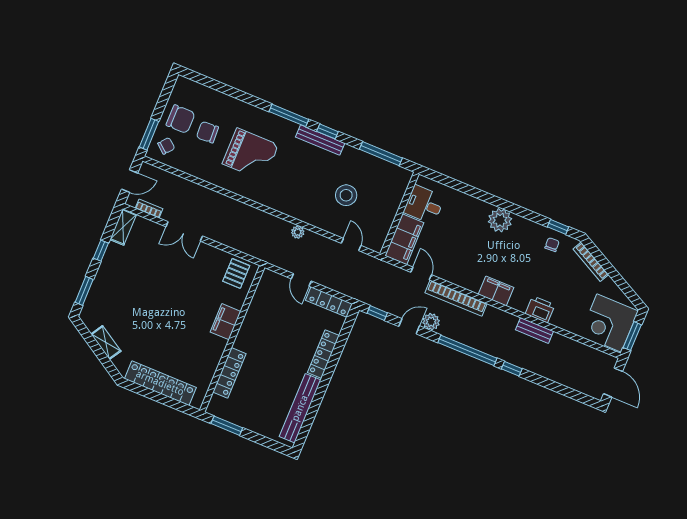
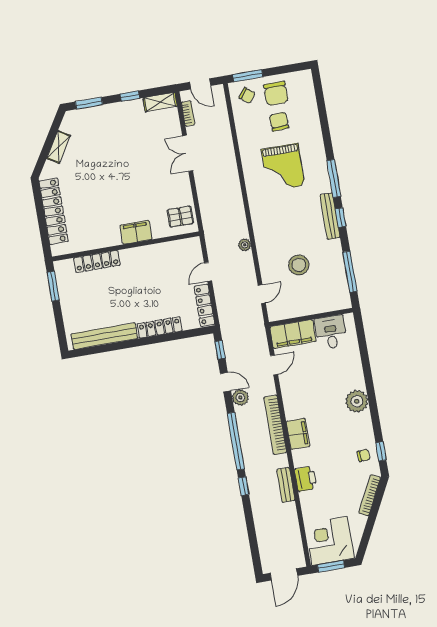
bookcase: (456, 298) -> (275, 425), moved

